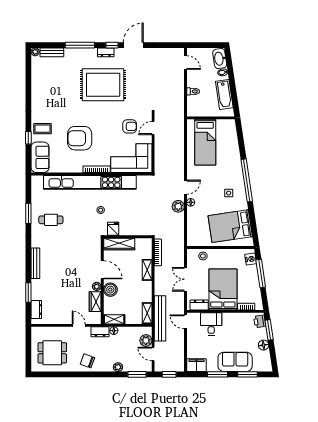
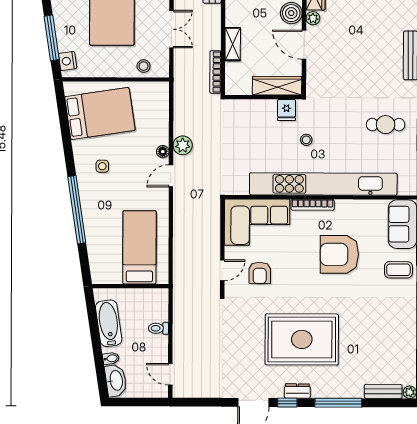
armchair: (130, 126) -> (260, 273), turned -90
armchair: (80, 138) -> (339, 254), turned 180
window: (247, 180) -> (77, 210), moved

